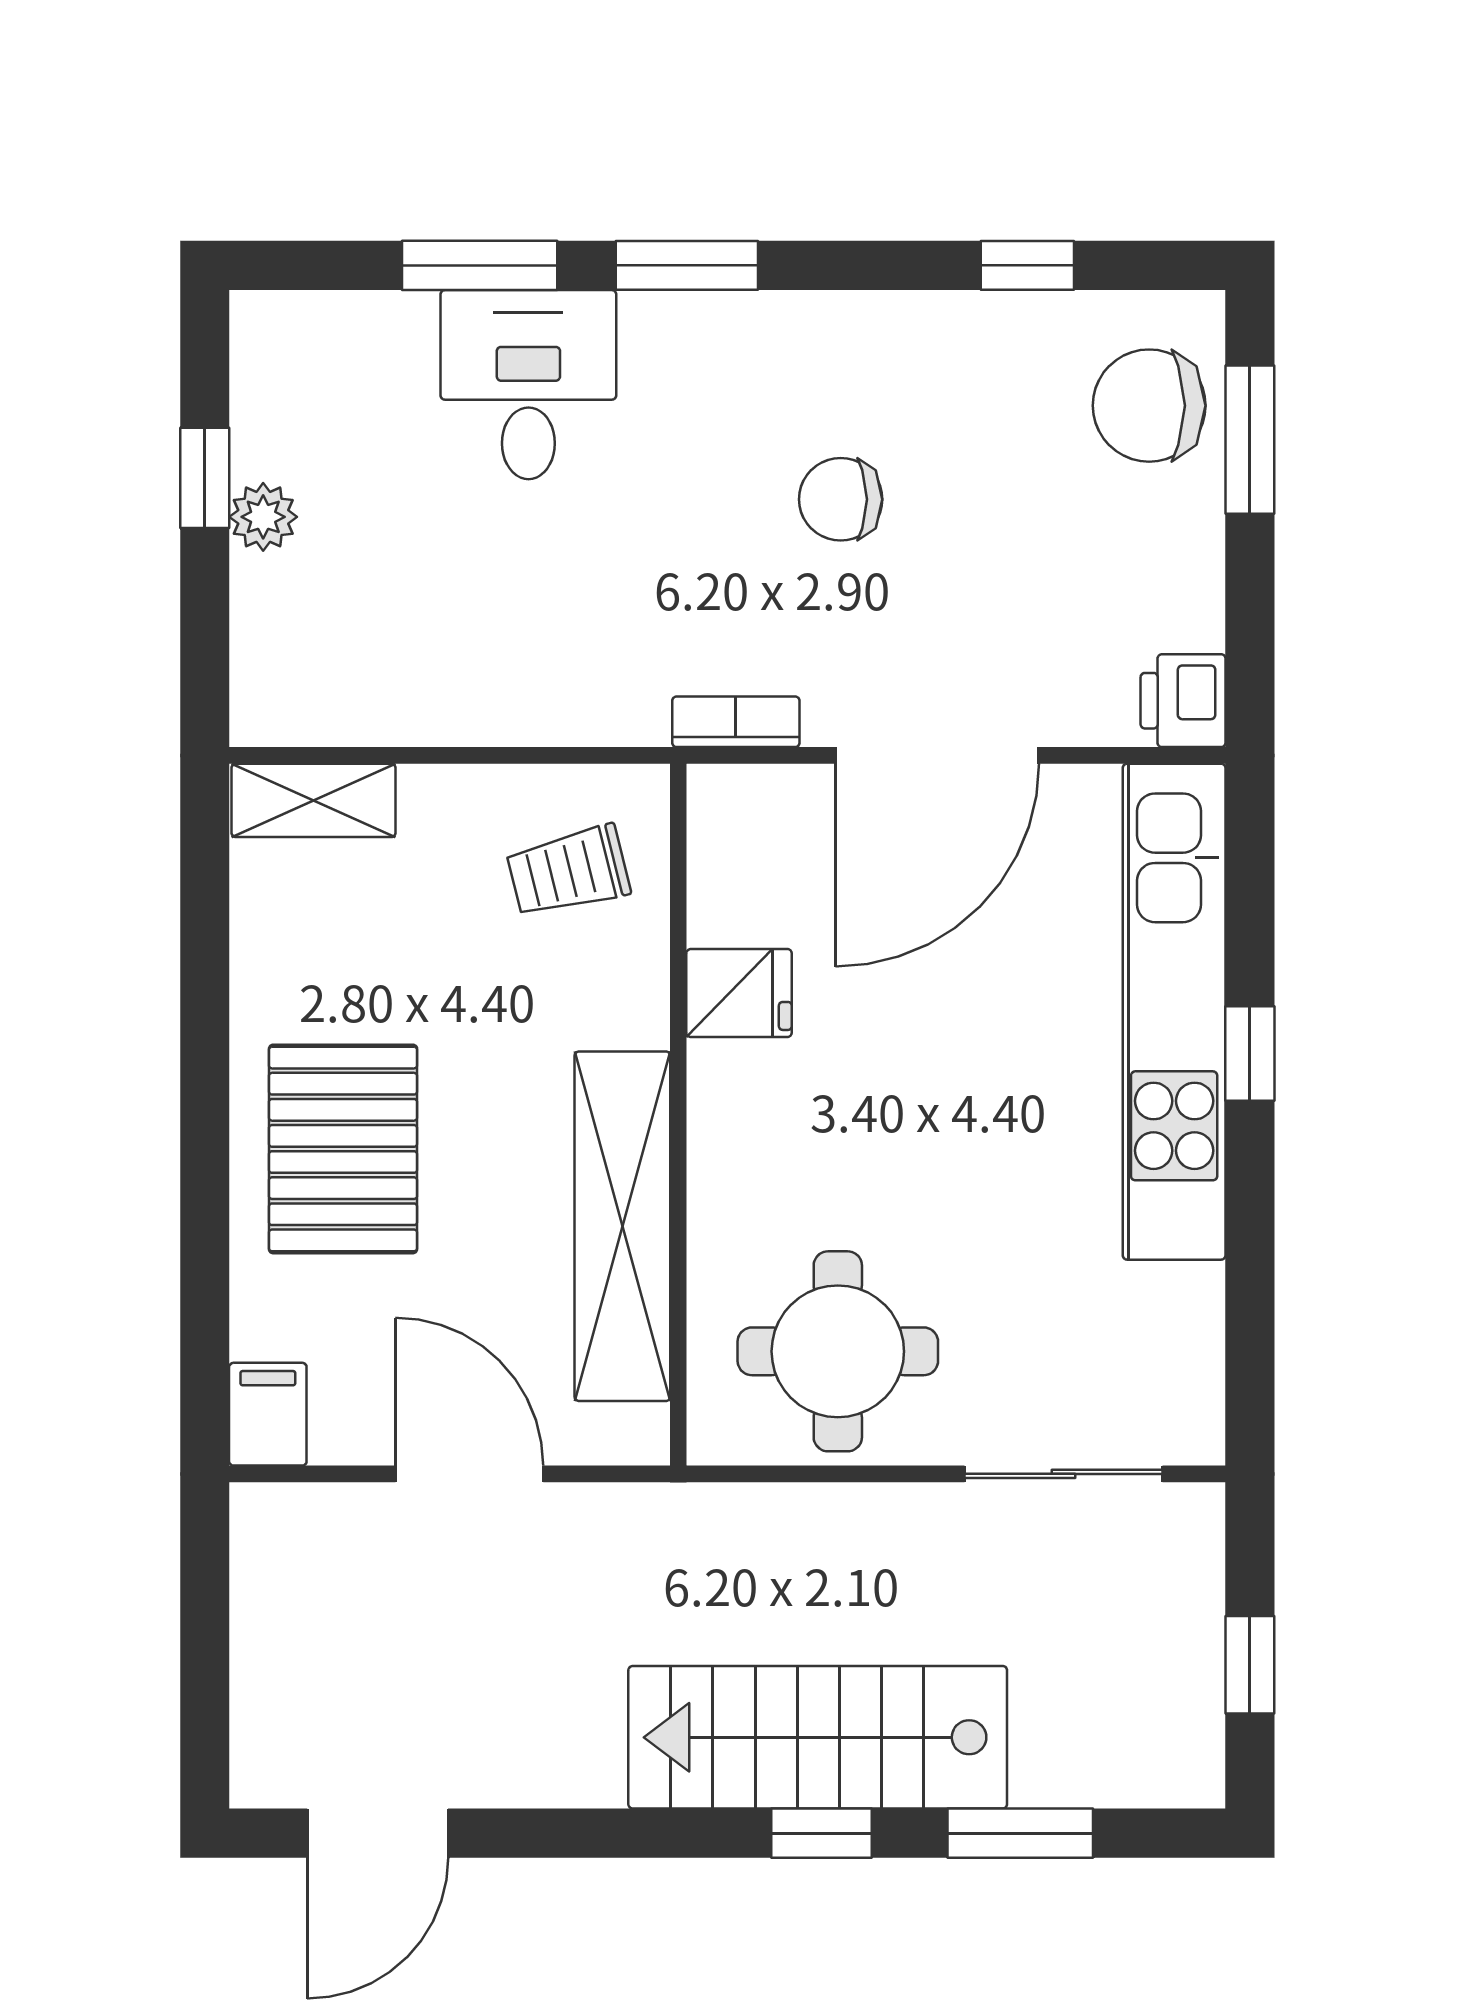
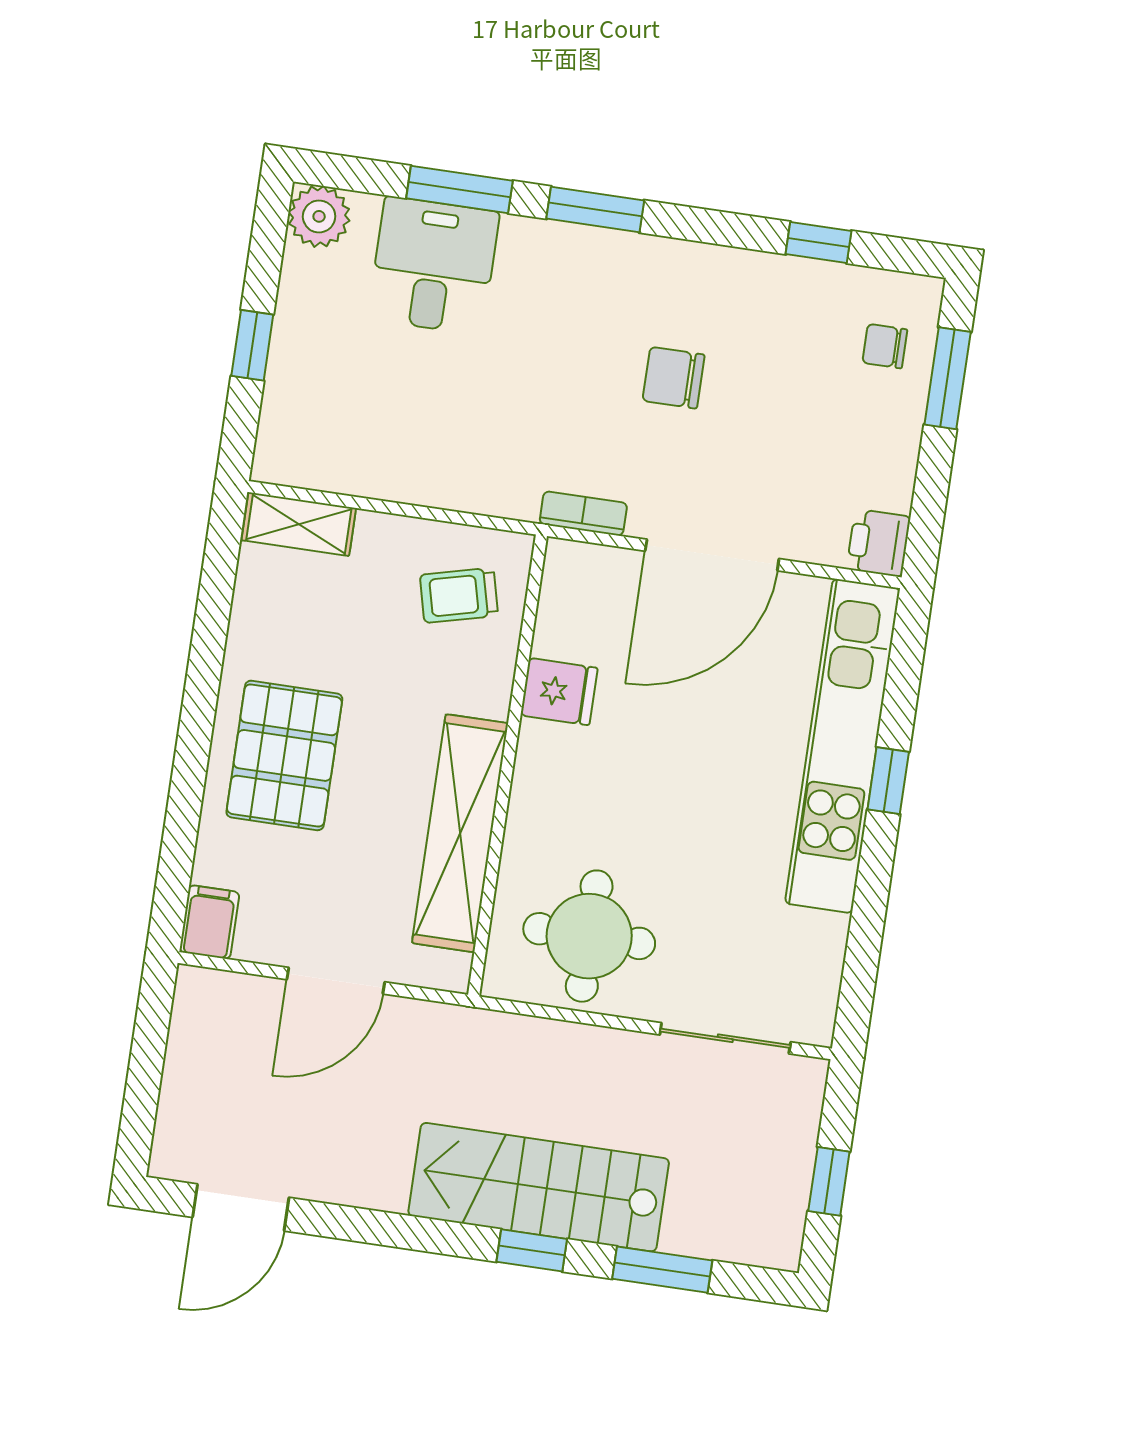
desk: (528, 385) -> (434, 265), moved
chair: (1149, 406) -> (885, 346), width x0.54, depth x0.54
window: (205, 478) -> (252, 345), moved
plant: (263, 517) -> (319, 216), moved, width x1.38, depth x1.38
door: (469, 1474) -> (336, 981), swing flipped

